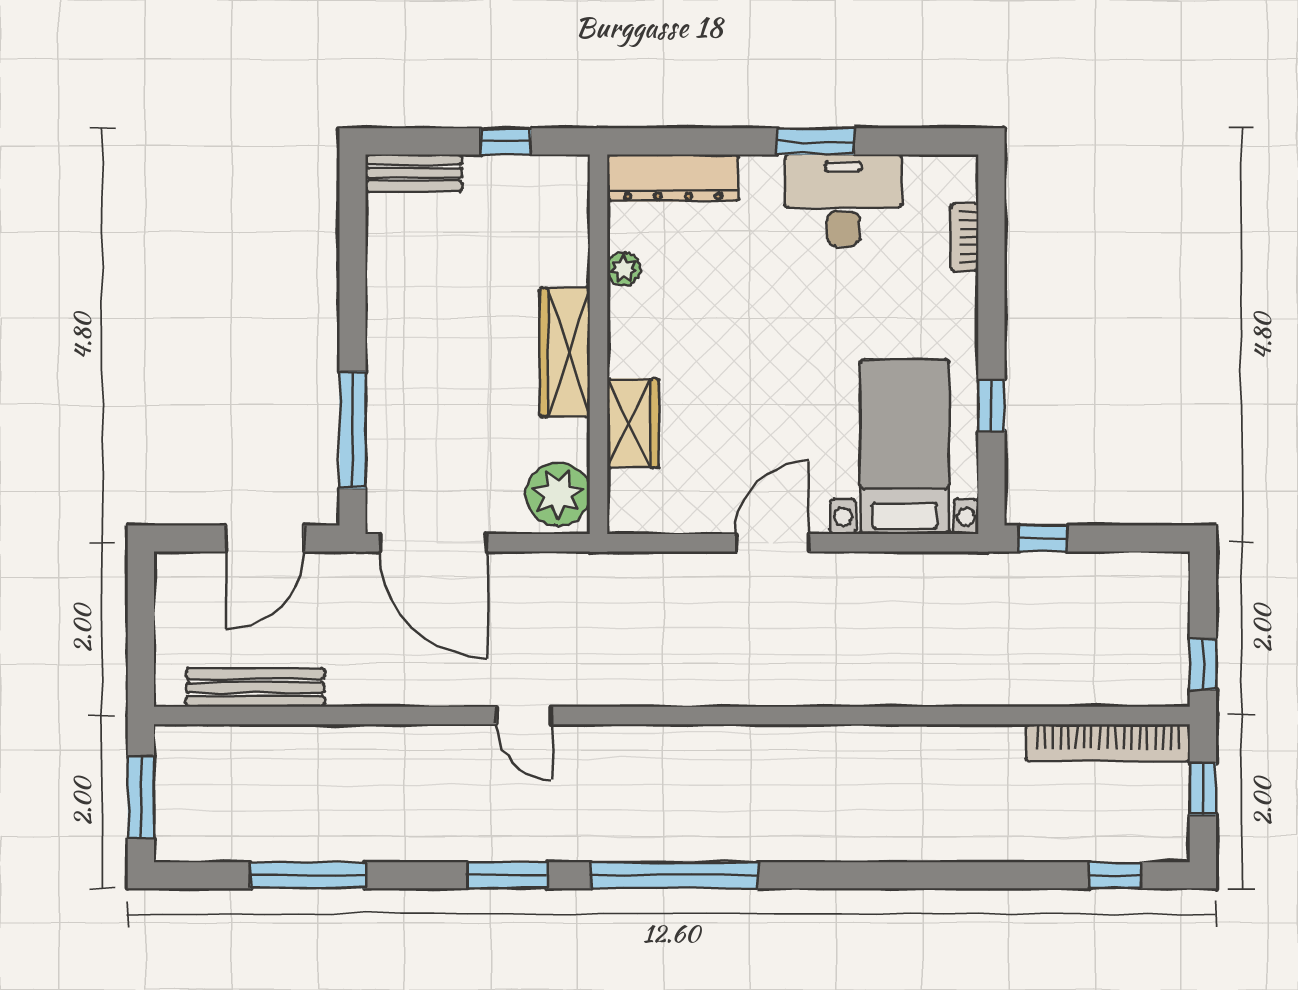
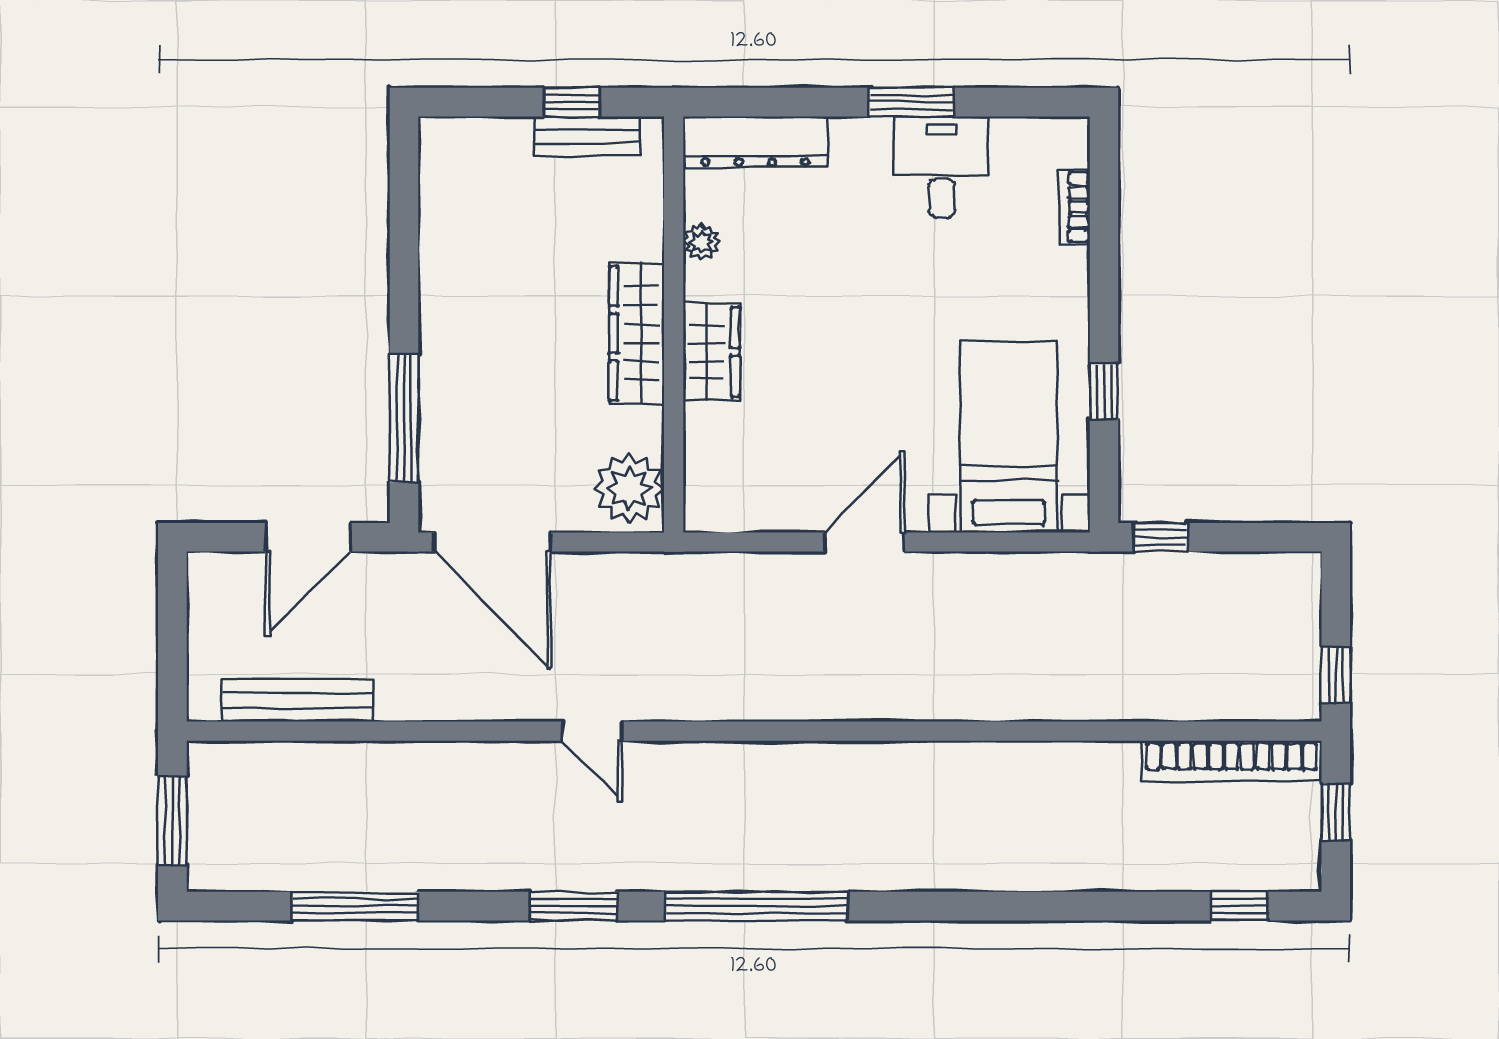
bench: (414, 173) -> (587, 137), moved
desk: (843, 200) -> (942, 167), width x0.73
wardrobe: (633, 423) -> (711, 352), moved

